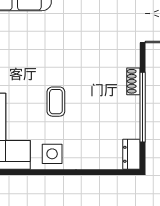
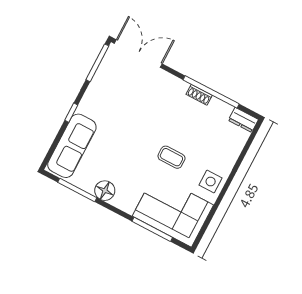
shoe rack: (133, 81) -> (199, 95), moved

